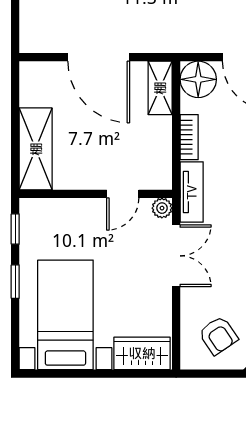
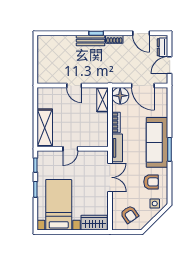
door: (99, 57) -> (74, 85), width x0.53
door: (123, 194) -> (70, 149), moved
plant: (162, 208) -> (103, 155), removed

